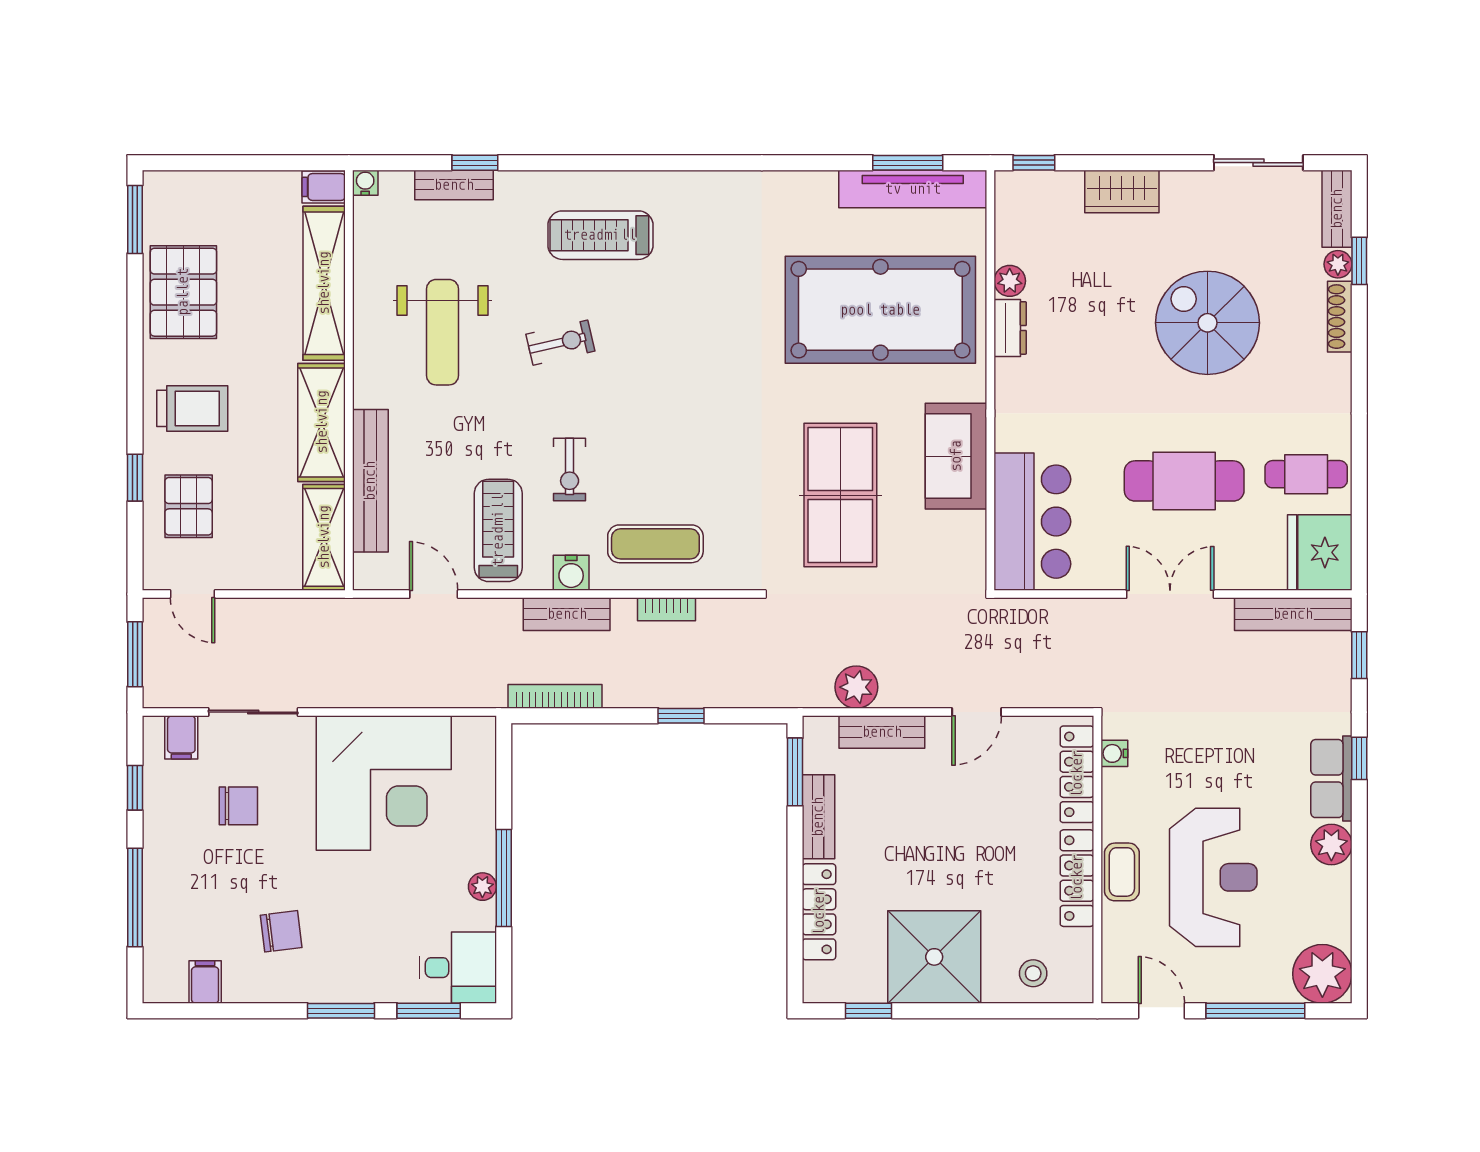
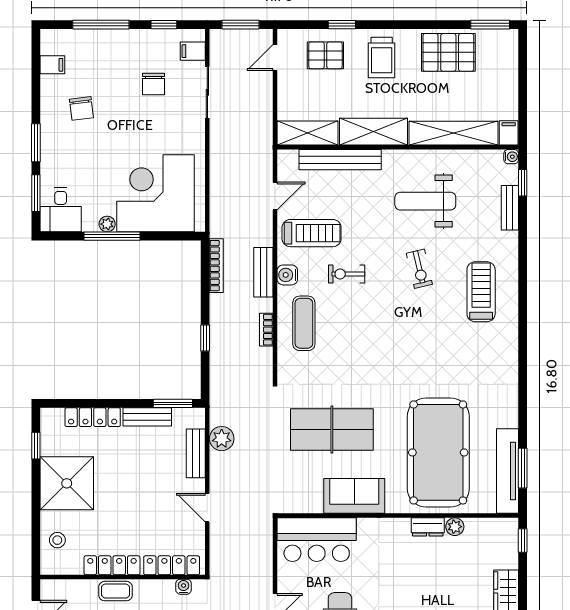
window: (475, 163) -> (523, 183), moved
corner desk: (384, 783) -> (155, 193), moved, turned 90

